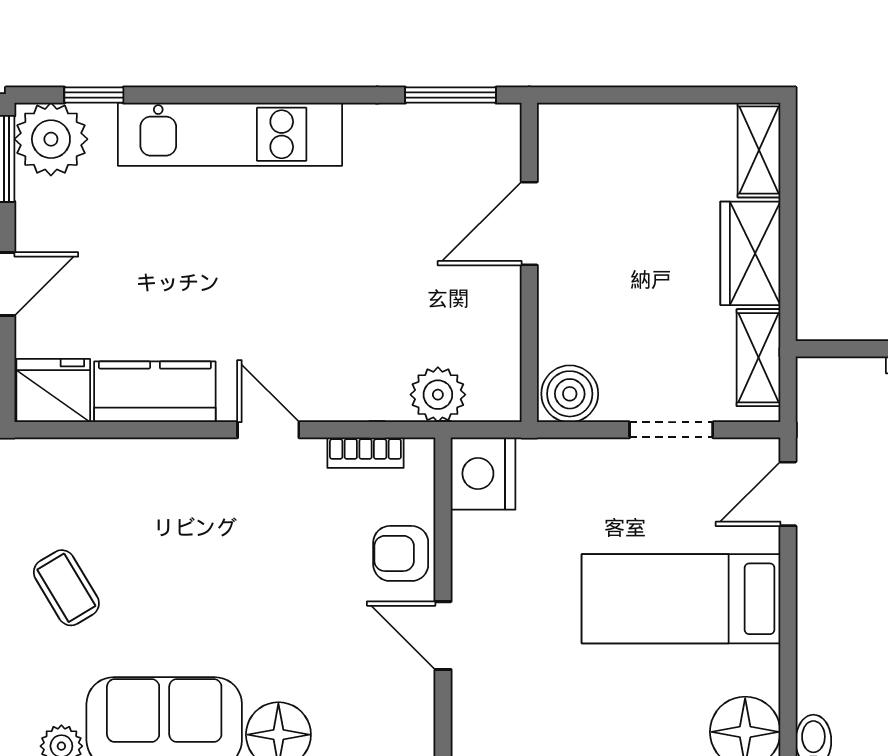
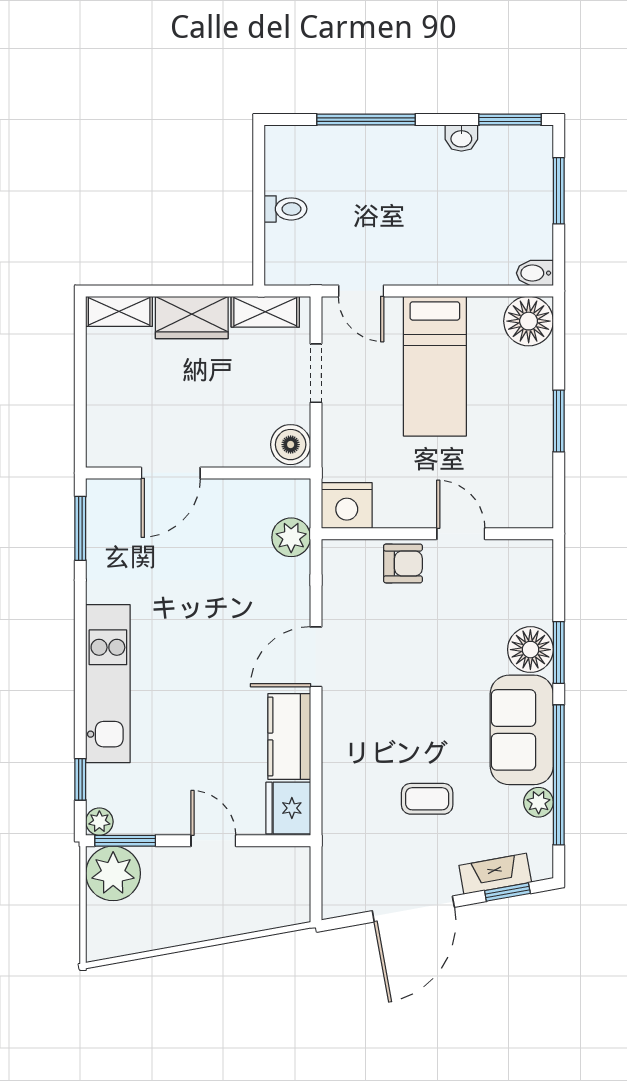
plant: (51, 139) -> (99, 822), width x0.53, depth x0.53
door: (529, 224) -> (171, 473), hinge flipped
door: (268, 430) -> (316, 657), width x1.38
bookcase: (365, 453) -> (332, 588), removed
armchair: (401, 553) -> (403, 563), turned -90
coffee table: (66, 588) -> (427, 799), turned 31
door: (443, 636) -> (461, 534), swing flipped

